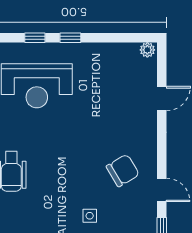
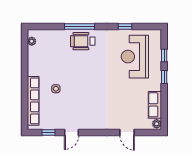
row of seats: (116, 53) -> (155, 105), added
chair: (123, 170) -> (83, 109), removed

